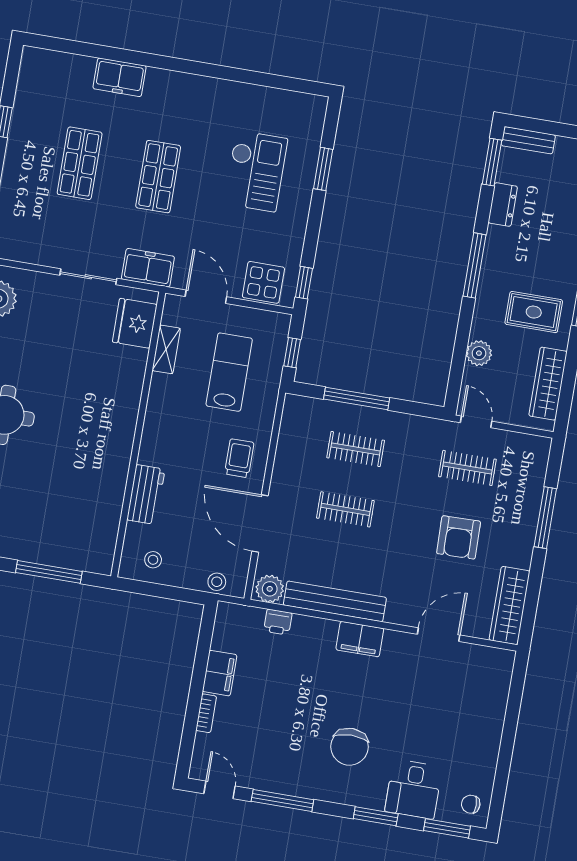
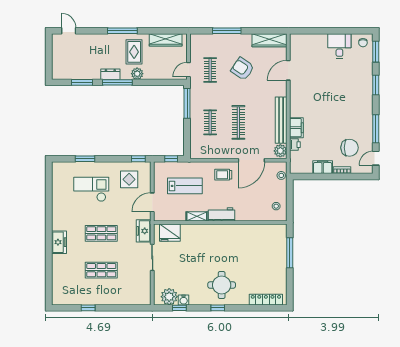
freezer: (120, 77) -> (59, 242), moved
bench: (528, 140) -> (56, 68), removed
window: (492, 162) -> (82, 82), moved
dresser: (503, 205) -> (110, 74), moved
display table: (263, 282) -> (129, 179), moved
shelving: (166, 349) -> (197, 216), moved
plant: (479, 353) -> (137, 74), moved
lab bench: (229, 372) -> (185, 186), turned 180
window: (357, 399) -> (187, 103), moved
workbench: (146, 495) -> (222, 214), moved
clothes rail: (345, 509) -> (238, 122), width x1.36
armchair: (459, 537) -> (242, 69), turned -145
door: (439, 635) -> (288, 70), hinge flipped
filing cabinet: (360, 639) -> (296, 128), moved
chair: (350, 747) -> (350, 148), moved
desk: (413, 789) -> (339, 46), moved, turned -90

